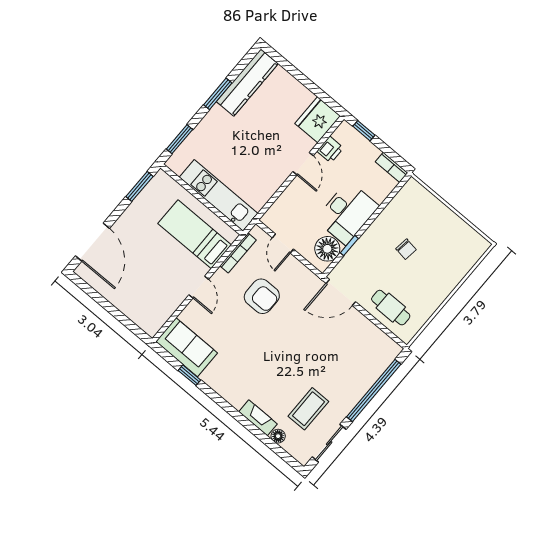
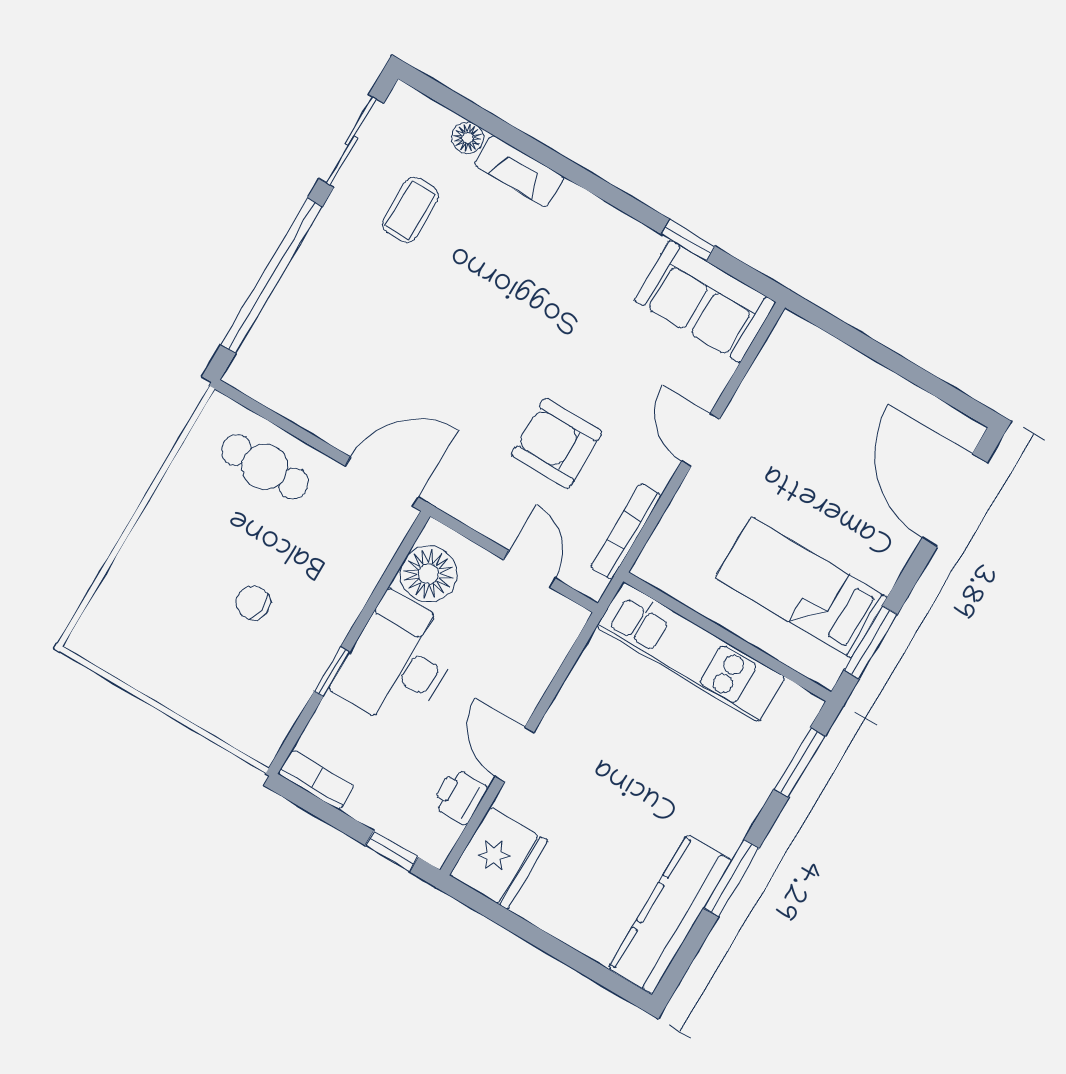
bed: (195, 234) -> (801, 588), moved, turned 180
window: (349, 246) -> (332, 672), moved
coffee table: (308, 409) -> (410, 210), width x0.73, depth x0.77

